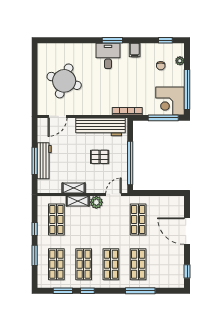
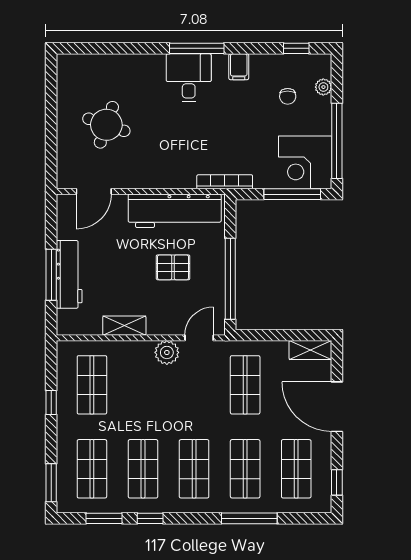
window: (112, 40) -> (197, 48), width x1.44
round table: (64, 81) -> (106, 125), width x0.73, depth x0.73
shelving: (78, 201) -> (310, 350), moved
window: (35, 255) -> (51, 483), moved
shop shelf: (165, 264) -> (296, 469), added

